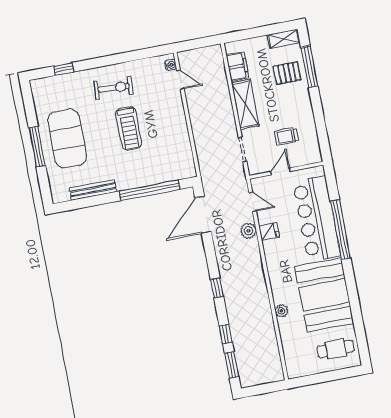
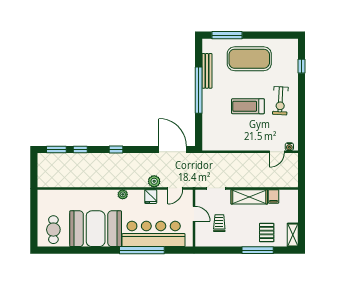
filing cabinet: (237, 66) -> (273, 196), width x0.50
window: (309, 67) -> (258, 250), moved
window: (37, 147) -> (227, 35), moved
window: (150, 190) -> (199, 90), moved
plant: (281, 311) -> (123, 194), moved

